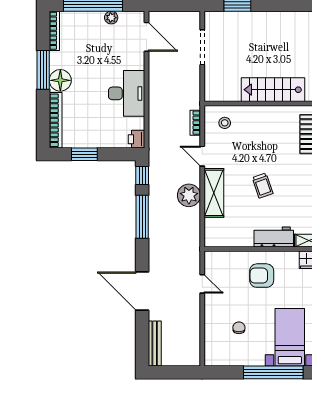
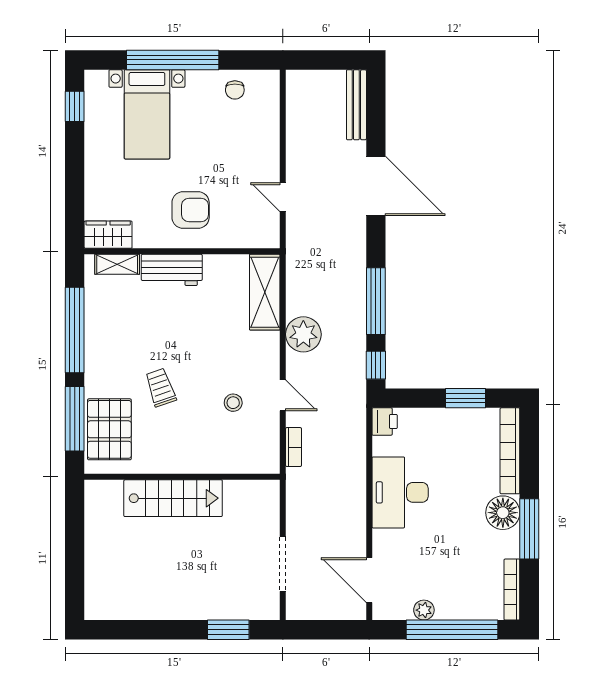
stool: (225, 123) -> (233, 403), moved
trolley: (263, 186) -> (161, 388), moved
shelving: (214, 193) -> (265, 292), moved
chair: (239, 328) -> (235, 90), moved

